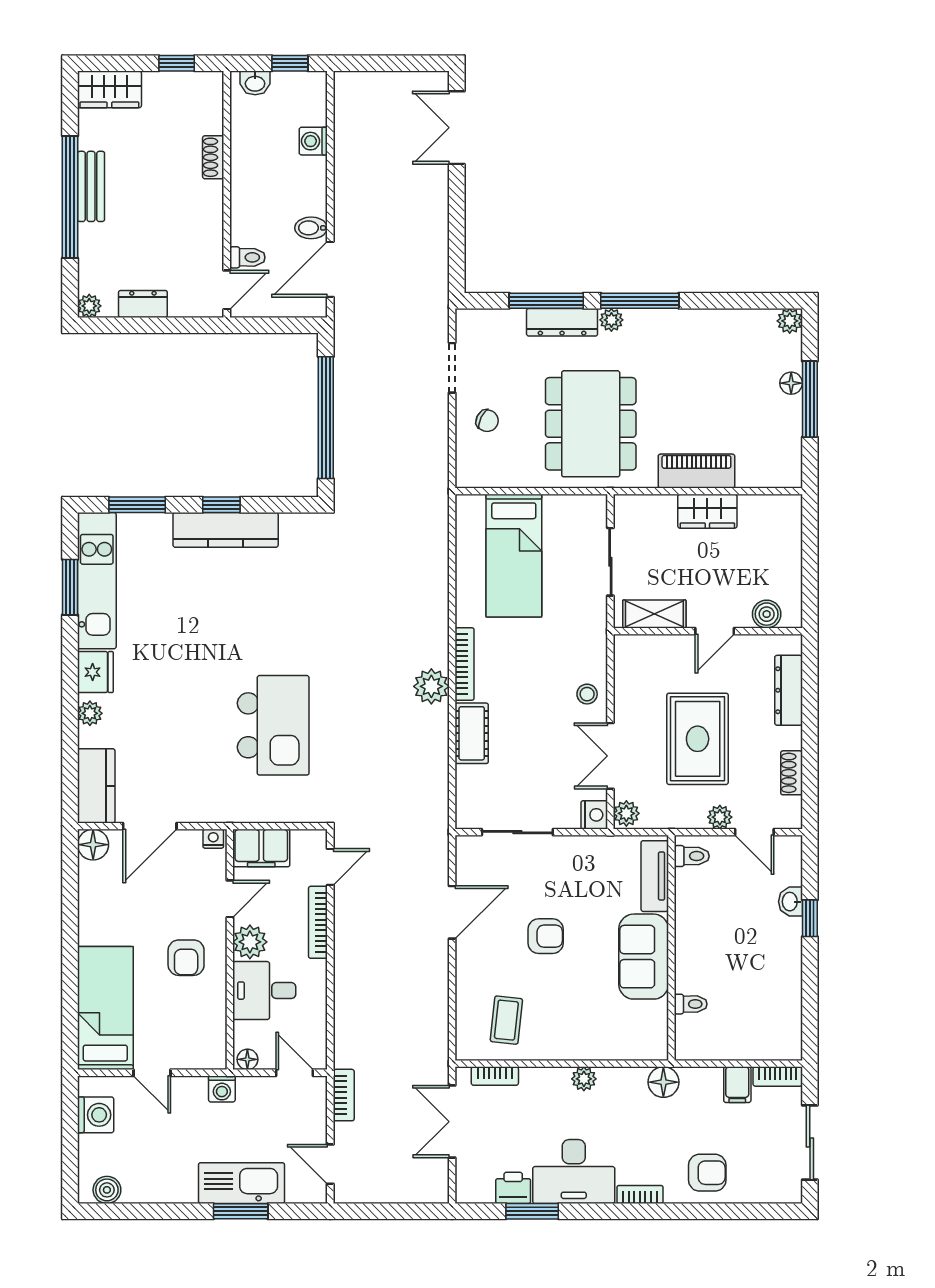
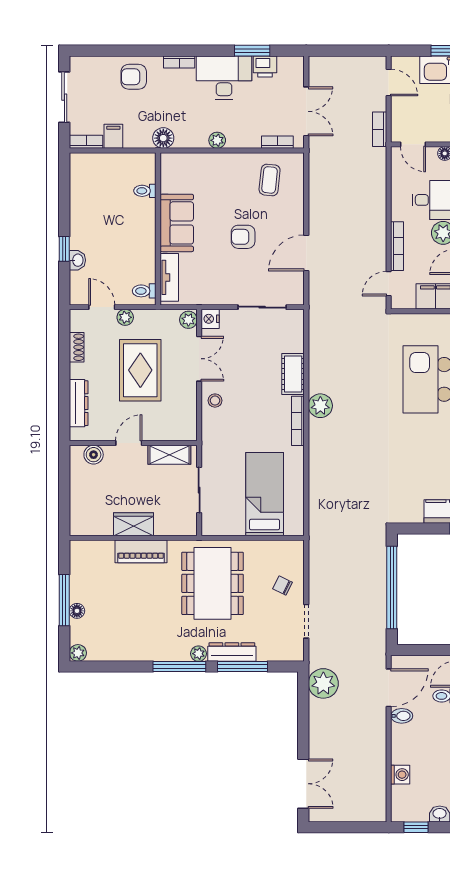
plant: (427, 276) -> (323, 683), added

